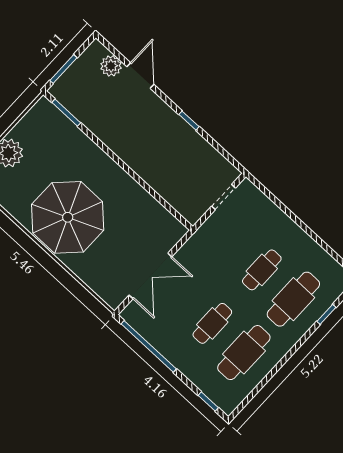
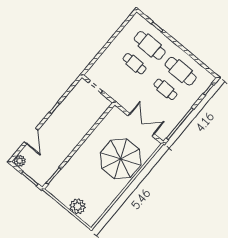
plant: (111, 66) -> (20, 161), moved
door: (140, 75) -> (31, 136), swing flipped
parasol: (68, 217) -> (121, 159), moved

